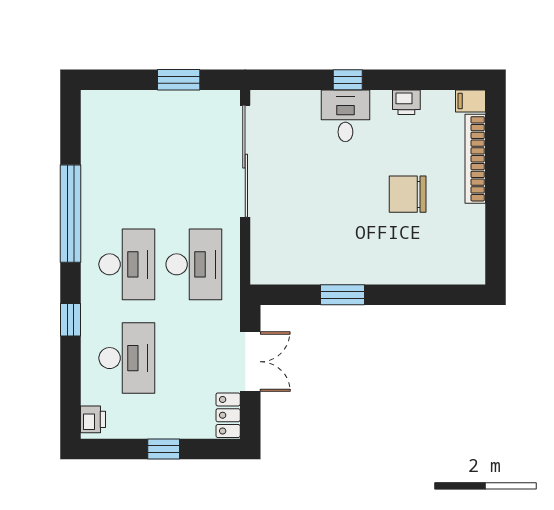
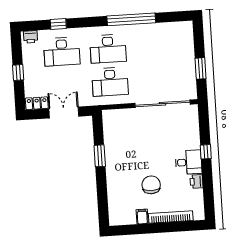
filing cabinet: (471, 101) -> (142, 217), moved
desk: (345, 116) -> (189, 162), moved
window: (71, 320) -> (58, 24), moved
double door: (250, 362) -> (64, 112), swing flipped

